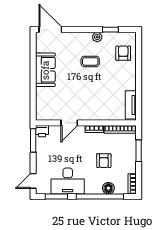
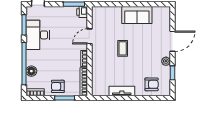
door: (50, 30) -> (172, 41), moved
coffee table: (90, 61) -> (123, 48), moved
tv unit: (131, 105) -> (122, 91), moved
door: (69, 123) -> (89, 36), hinge flipped
armchair: (104, 161) -> (58, 86), moved

